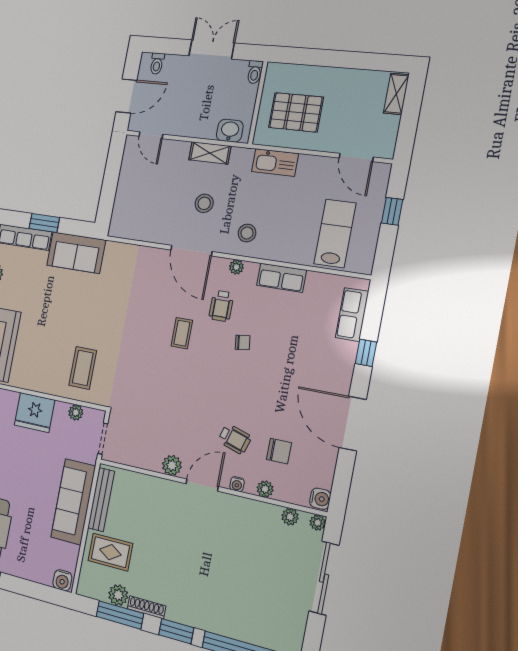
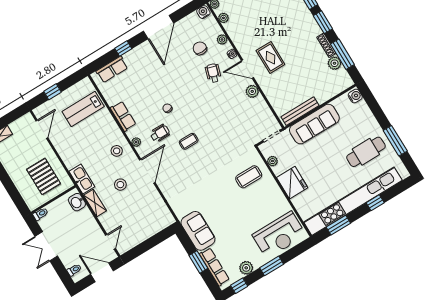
kitchen sink: (275, 163) -> (82, 179), moved
rug: (110, 552) -> (270, 58), moved

